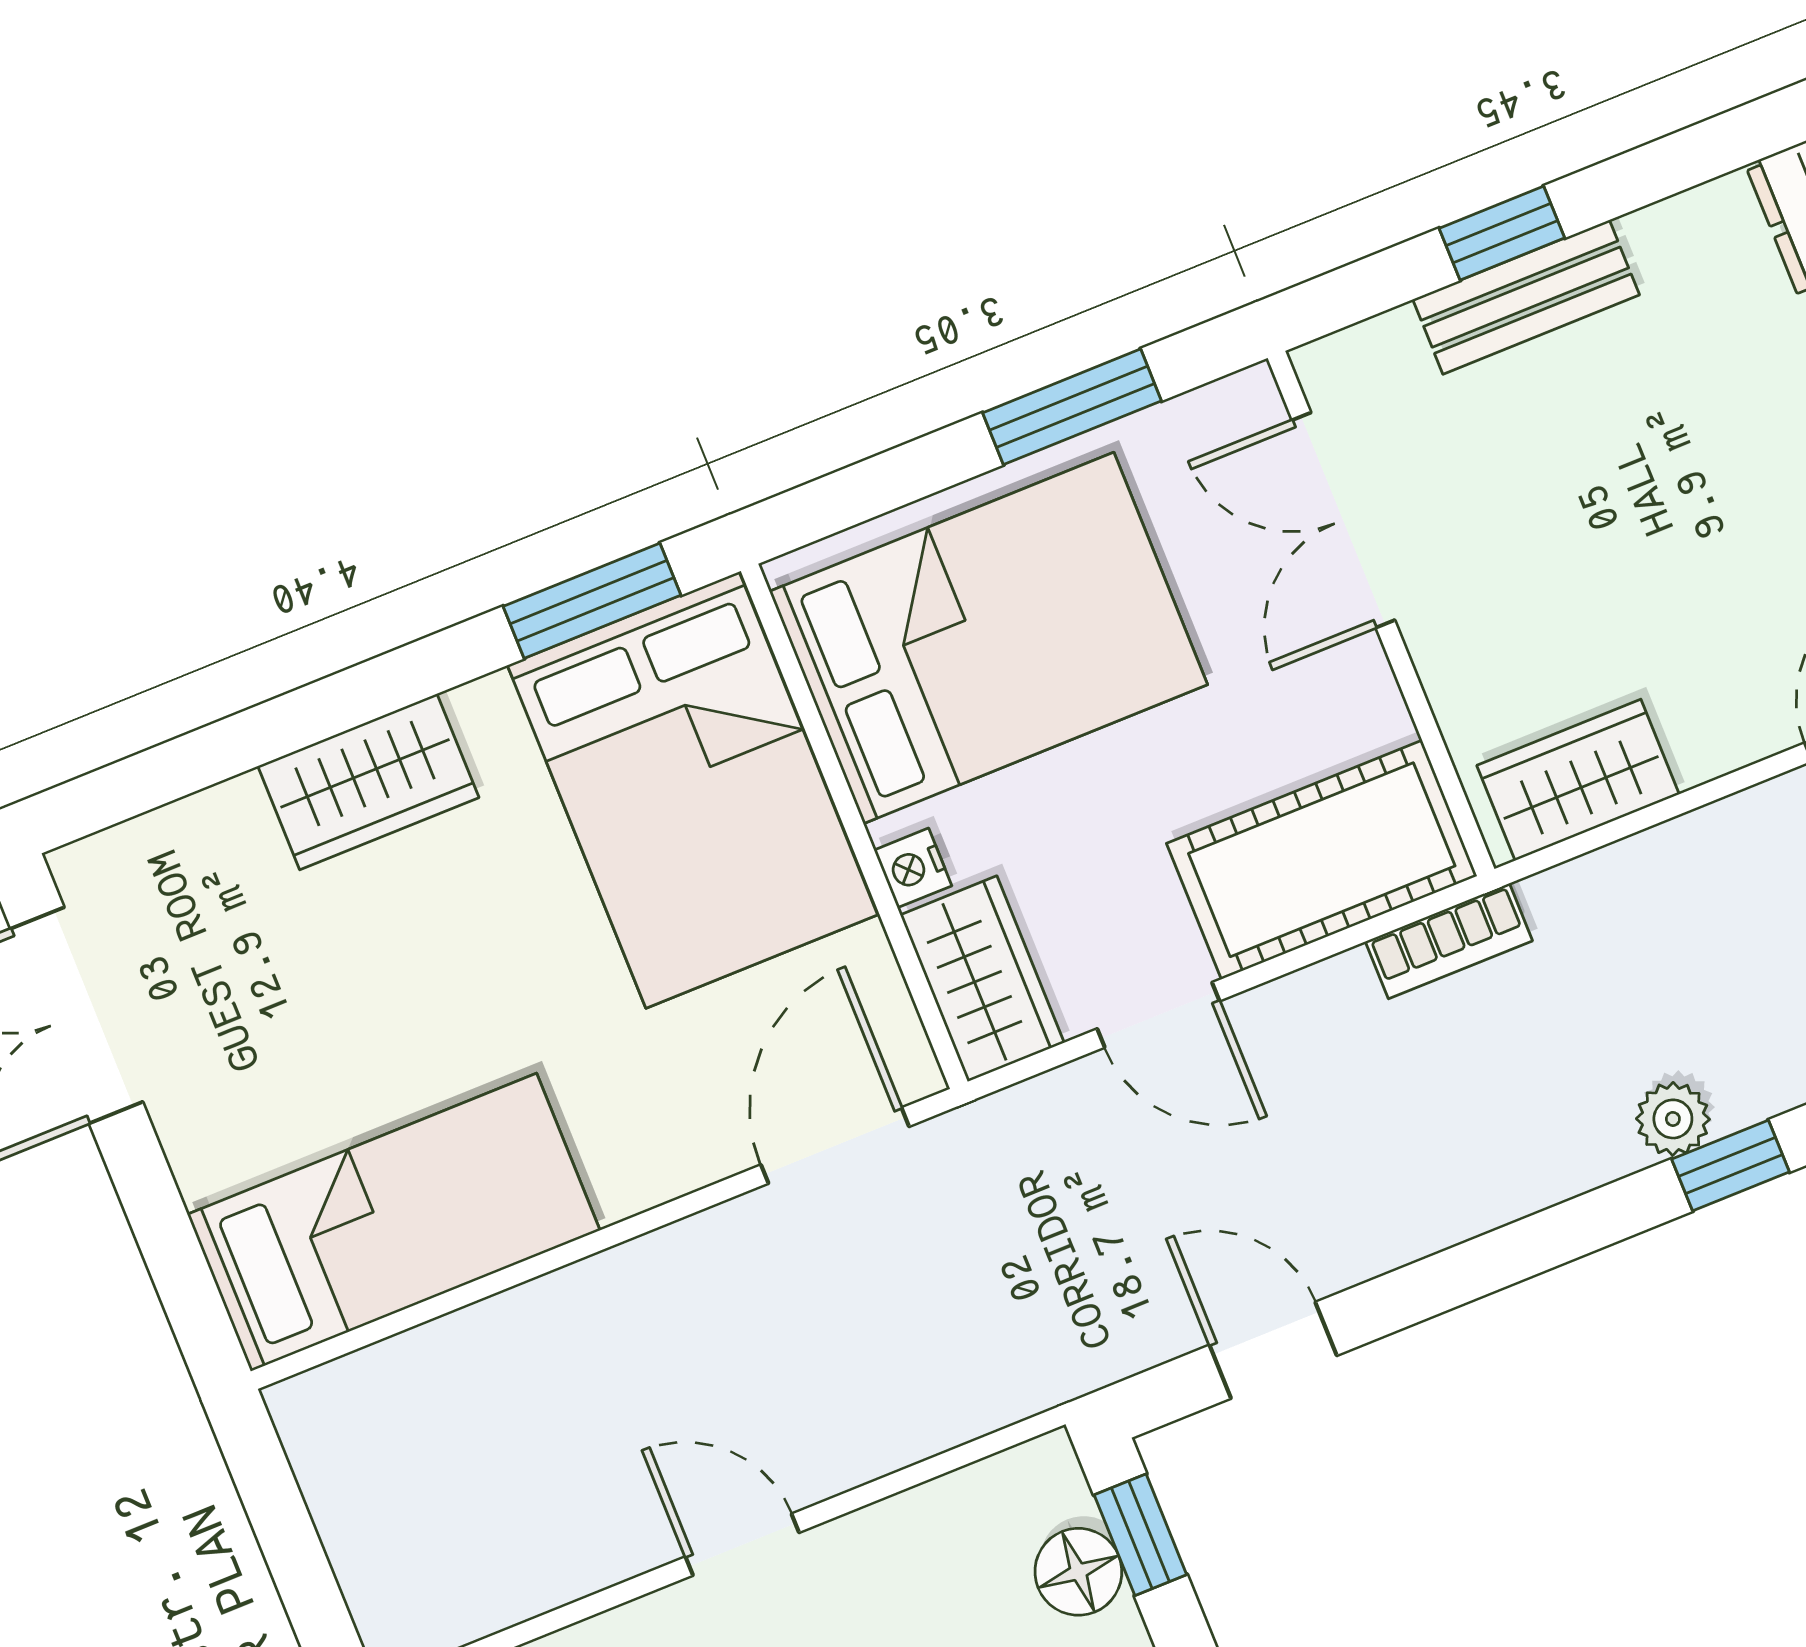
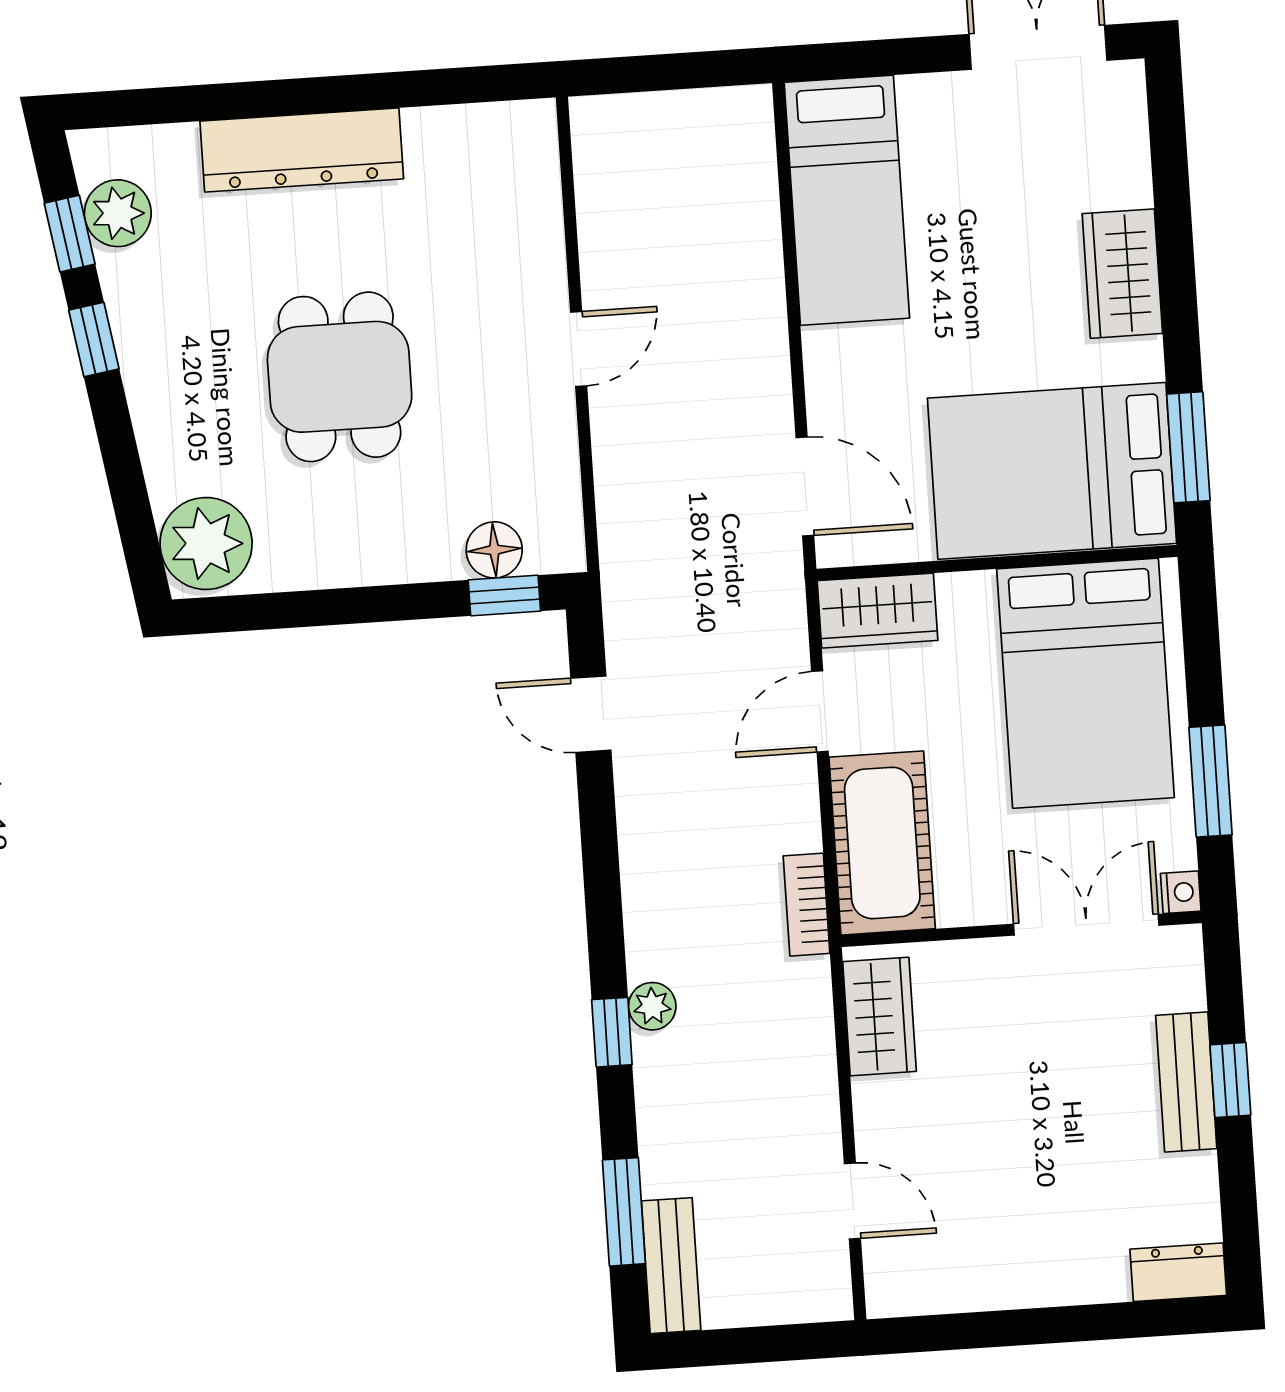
nightstand: (913, 868) -> (1181, 892), moved, turned 90
door: (1273, 1350) -> (591, 714), swing flipped

